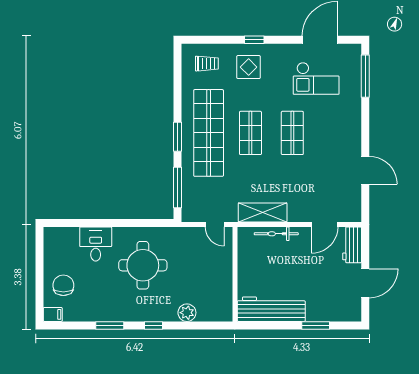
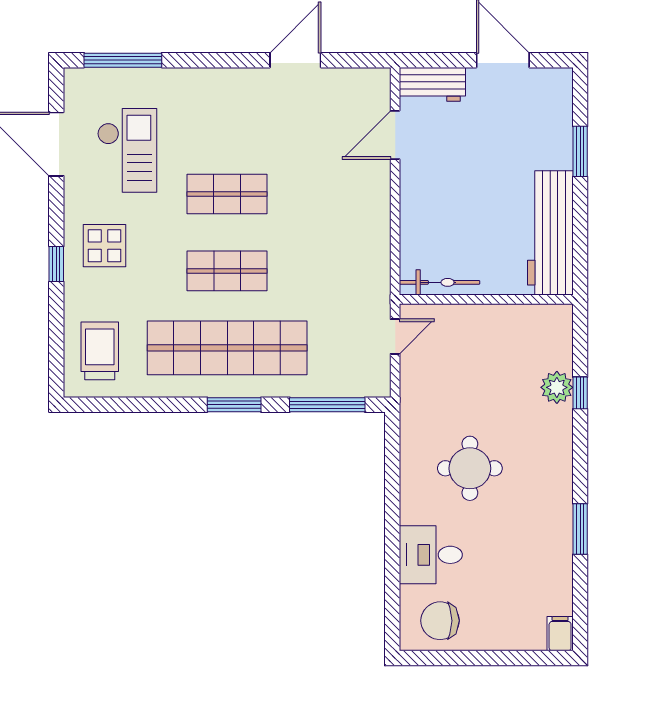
trolley: (207, 64) -> (100, 351), width x1.36, depth x1.39
display table: (249, 67) -> (104, 246), moved
shelving: (263, 212) -> (373, 249), removed
door: (325, 225) -> (395, 135), swing flipped
bicycle: (276, 234) -> (440, 282), moved, turned -90
round table: (143, 265) -> (470, 468), width x0.73, depth x0.73
chair: (63, 285) -> (440, 621), moved
window: (154, 325) -> (580, 393), moved

